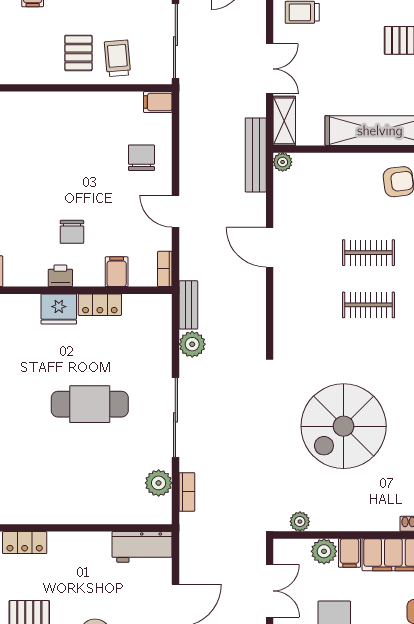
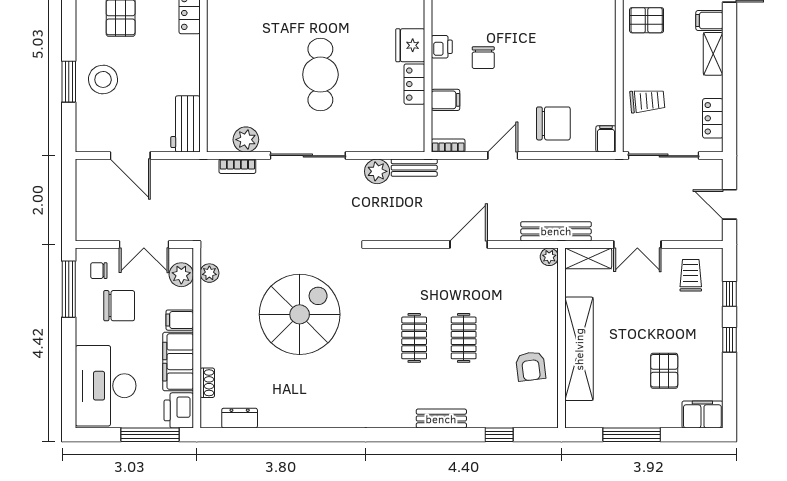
pallet: (78, 53) -> (647, 20), moved
chair: (141, 158) -> (553, 123), width x1.37, depth x1.37
chair: (72, 232) -> (483, 58), turned -90
spiral stairs: (344, 426) -> (300, 314), turned 90
plant: (324, 551) -> (181, 275), moved

